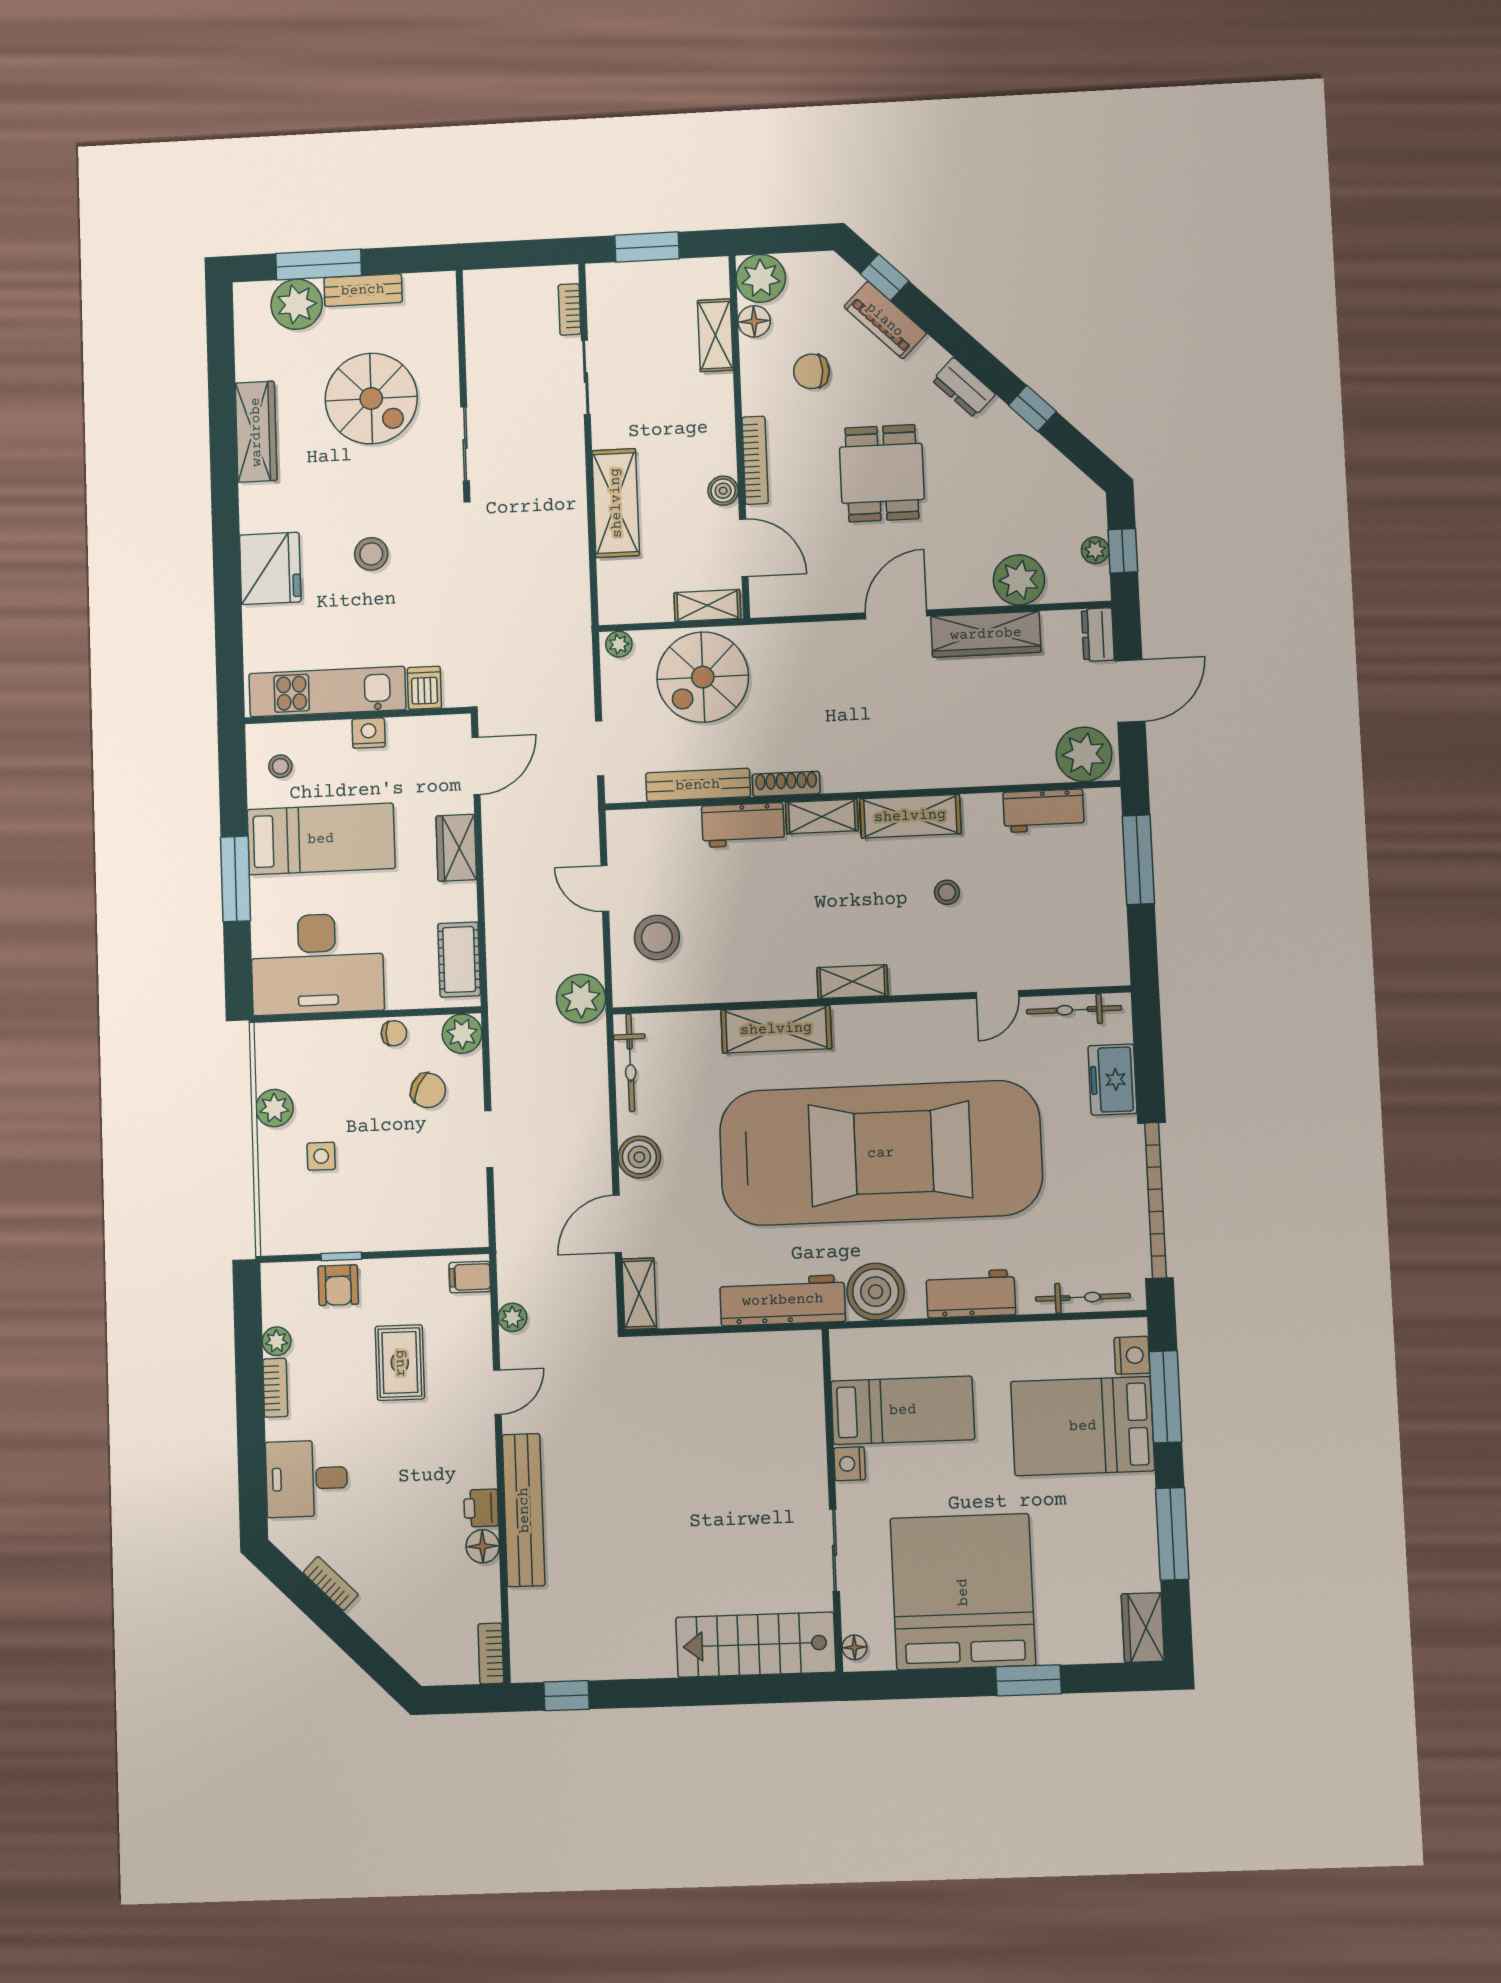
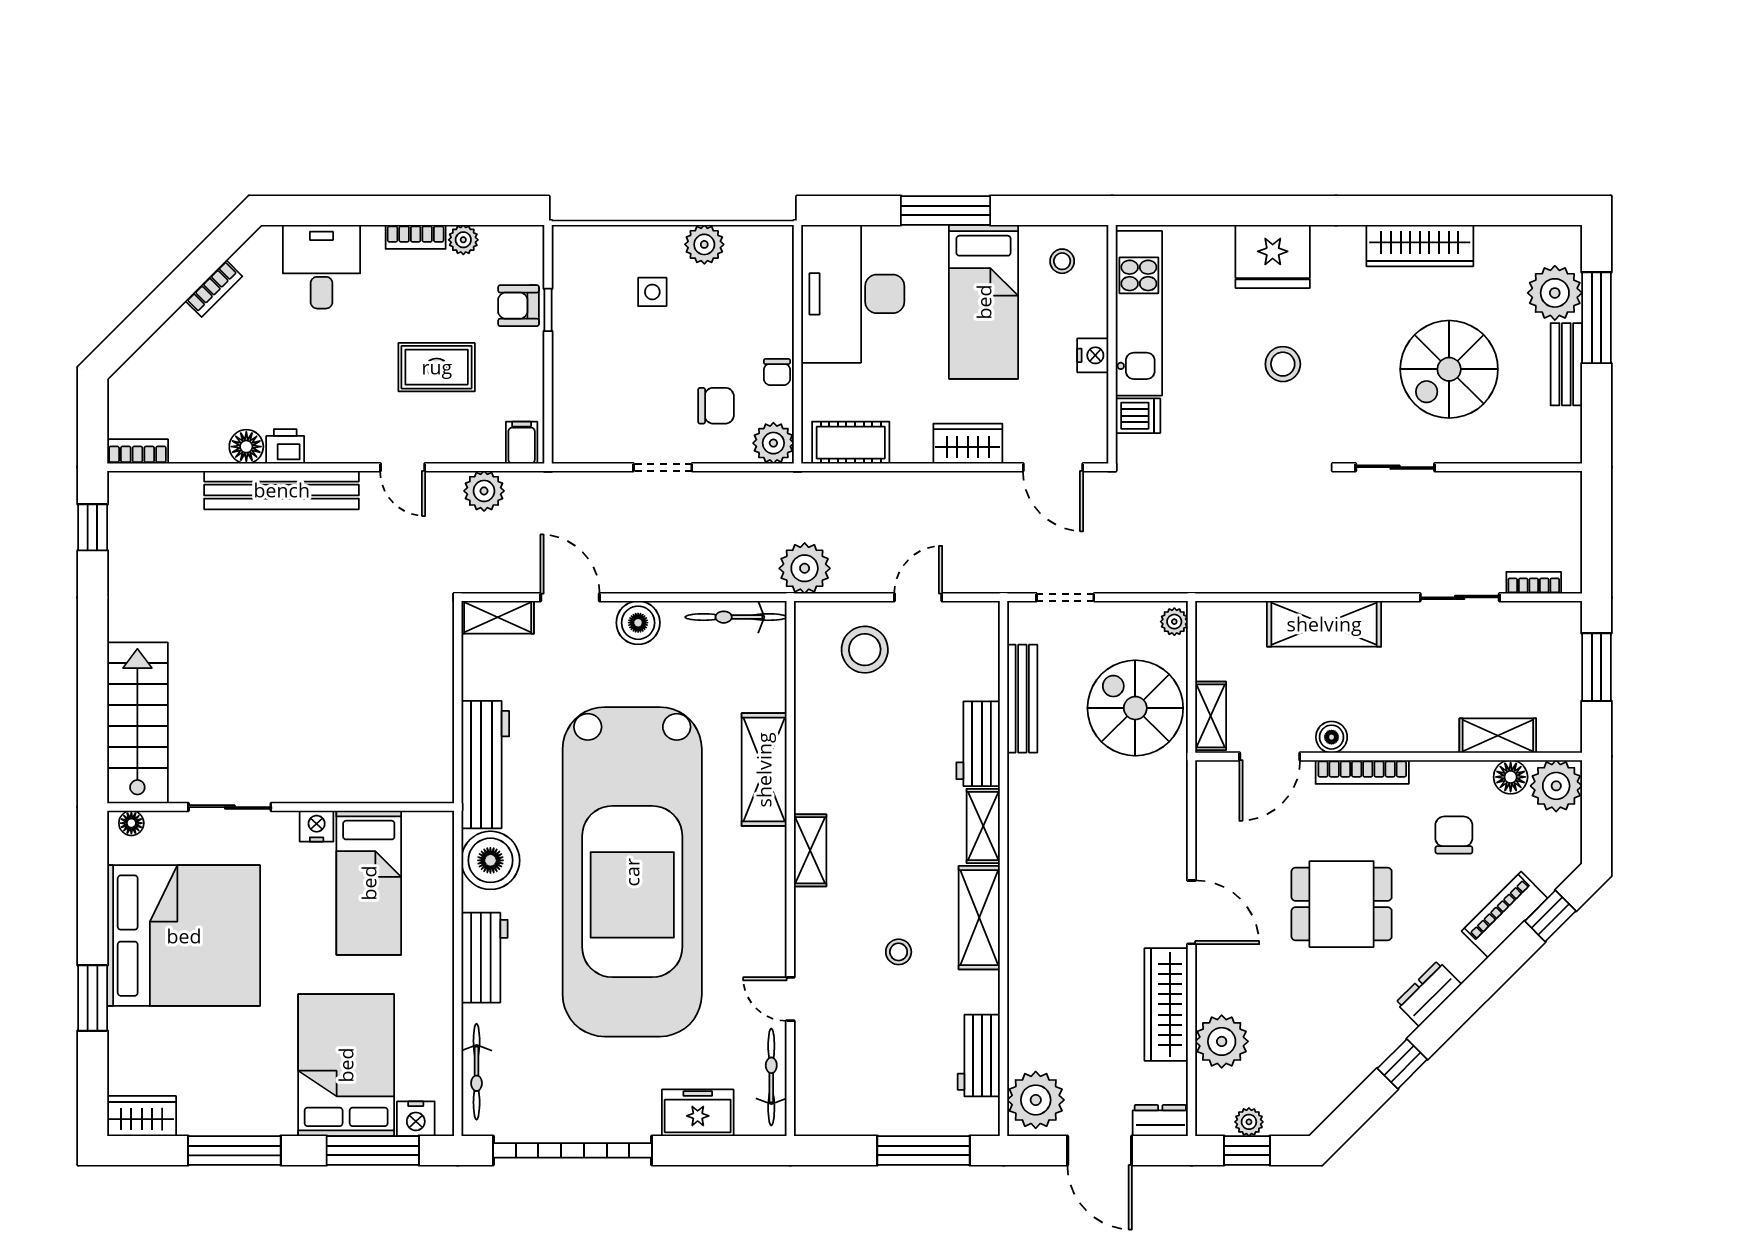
shoe rack: (786, 784) -> (1019, 790), removed
chair: (428, 1090) -> (716, 406), turned -117
plant: (512, 1317) -> (484, 491), width x1.38, depth x1.38

